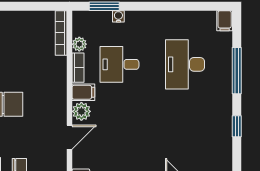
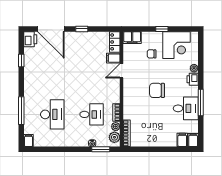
filing cabinet: (83, 92) -> (113, 58), moved
plant: (81, 111) -> (114, 137), moved
window: (237, 126) -> (21, 60), moved

